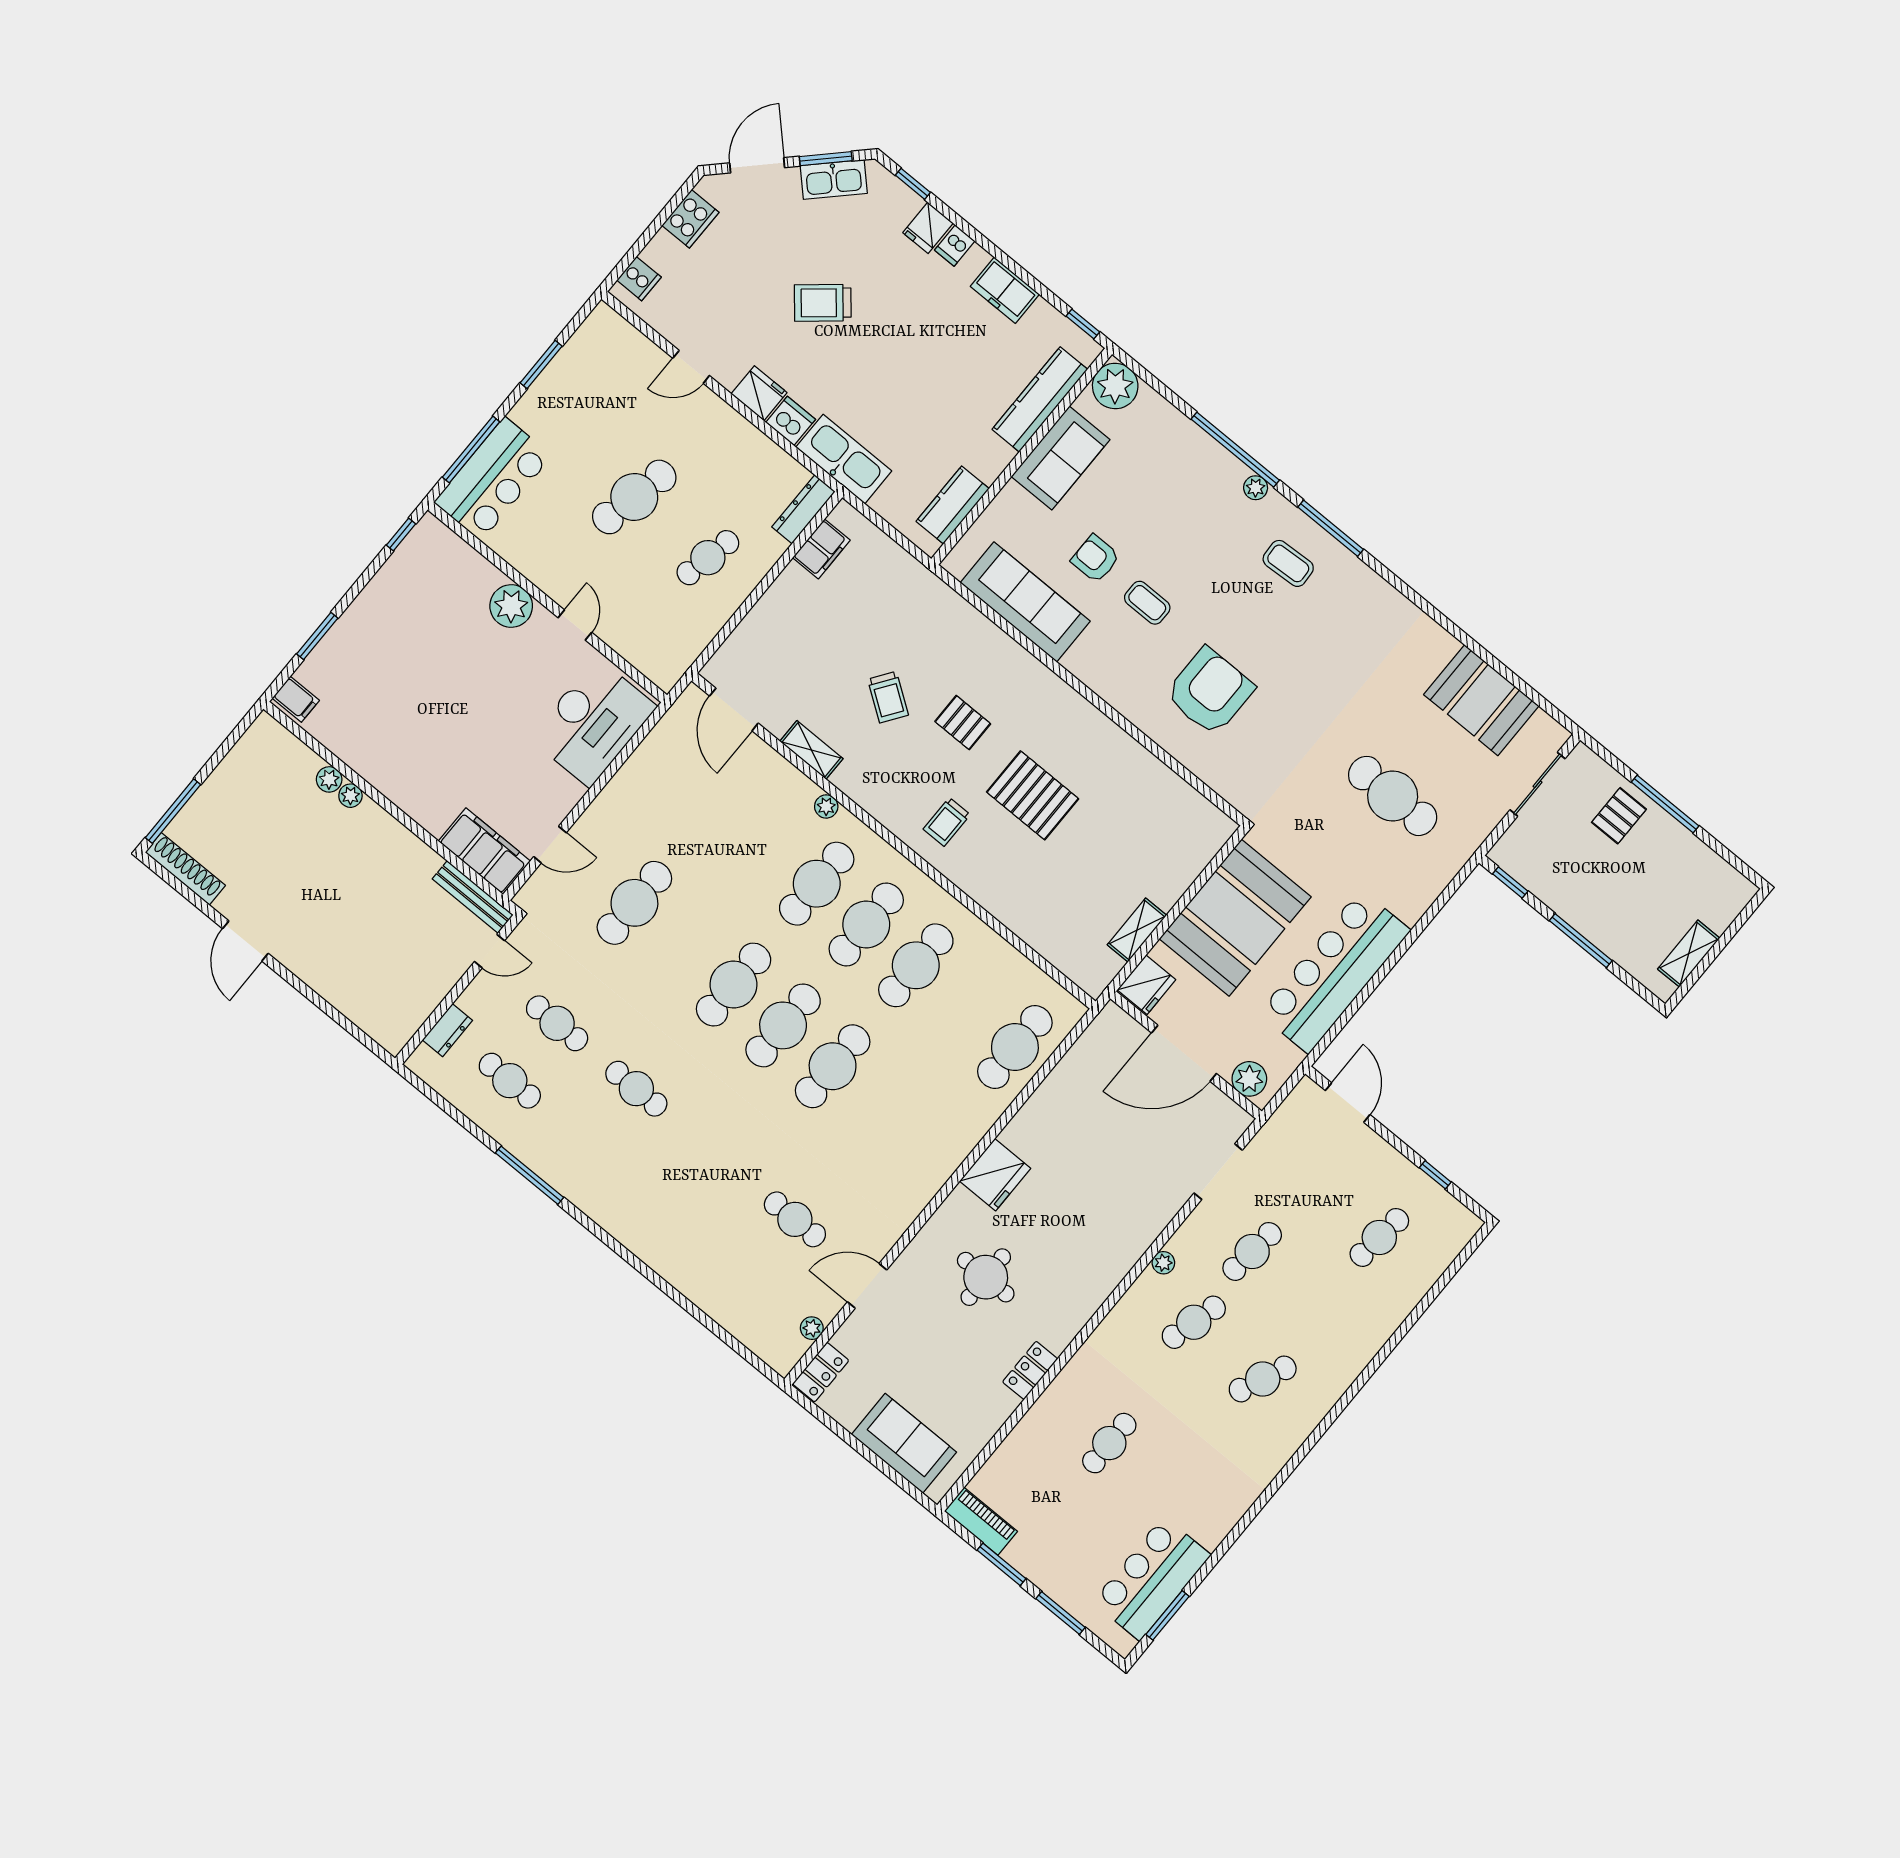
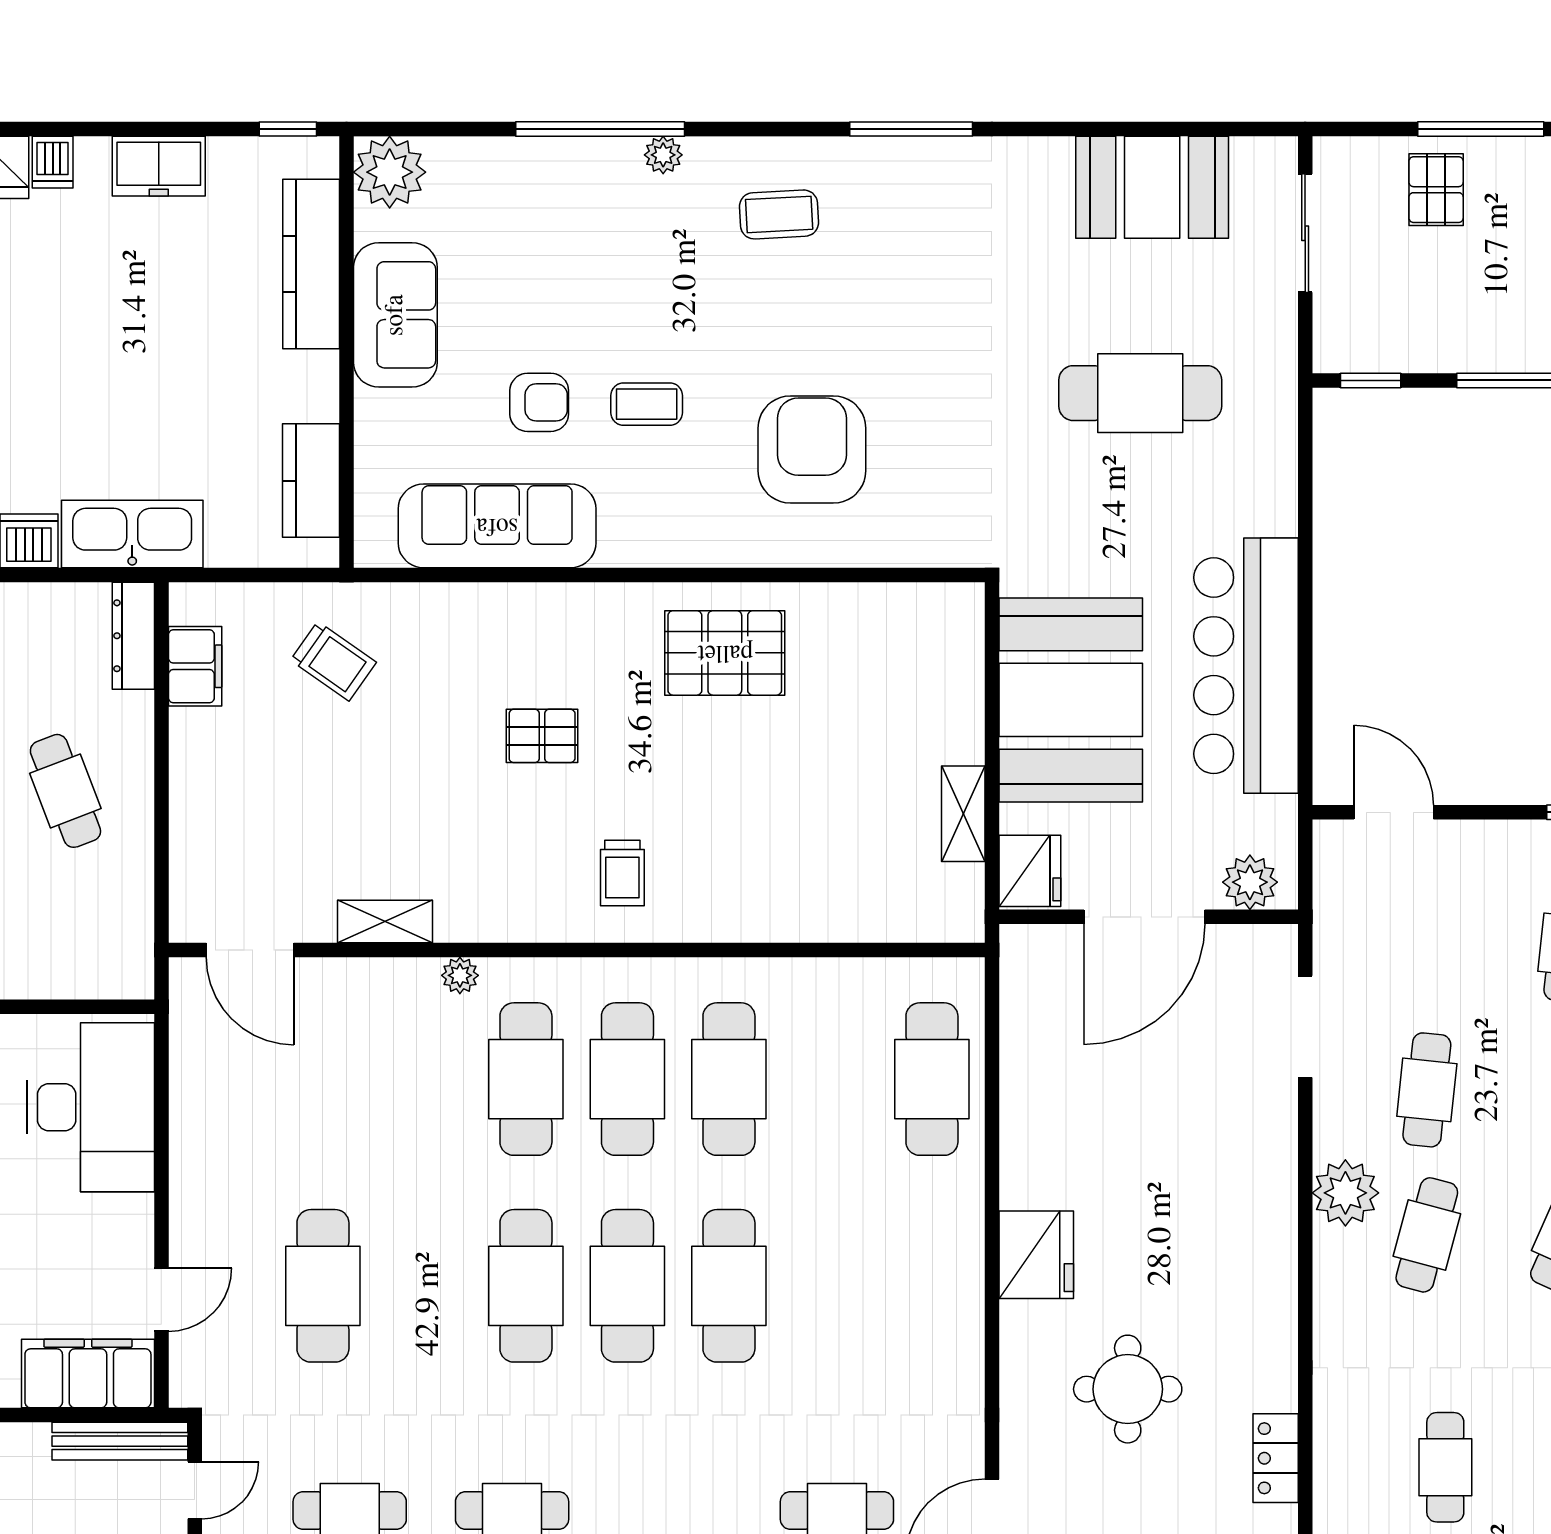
window: (1331, 528) -> (911, 129), moved
cafe table: (708, 558) -> (65, 791), turned -33
armchair: (1095, 559) -> (539, 402), turned 180
trolley: (888, 697) -> (333, 661), moved
pallet: (1033, 795) -> (725, 653), moved
plant: (1163, 1263) -> (1345, 1193), width x1.87, depth x1.87

